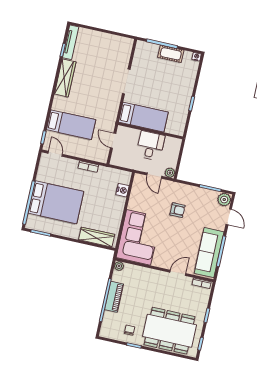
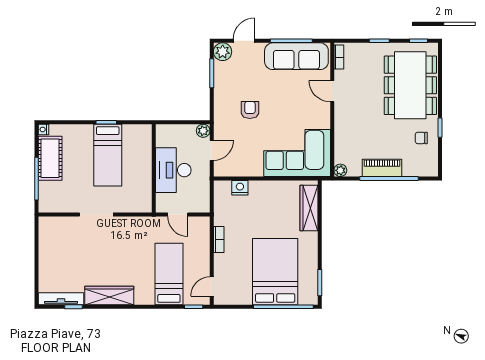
cot: (171, 54) -> (50, 158), width x1.37, depth x1.34
bed: (143, 117) -> (108, 155), moved, turned 180
door: (113, 141) -> (178, 215), hinge flipped
desk: (150, 146) -> (173, 170), width x1.37

